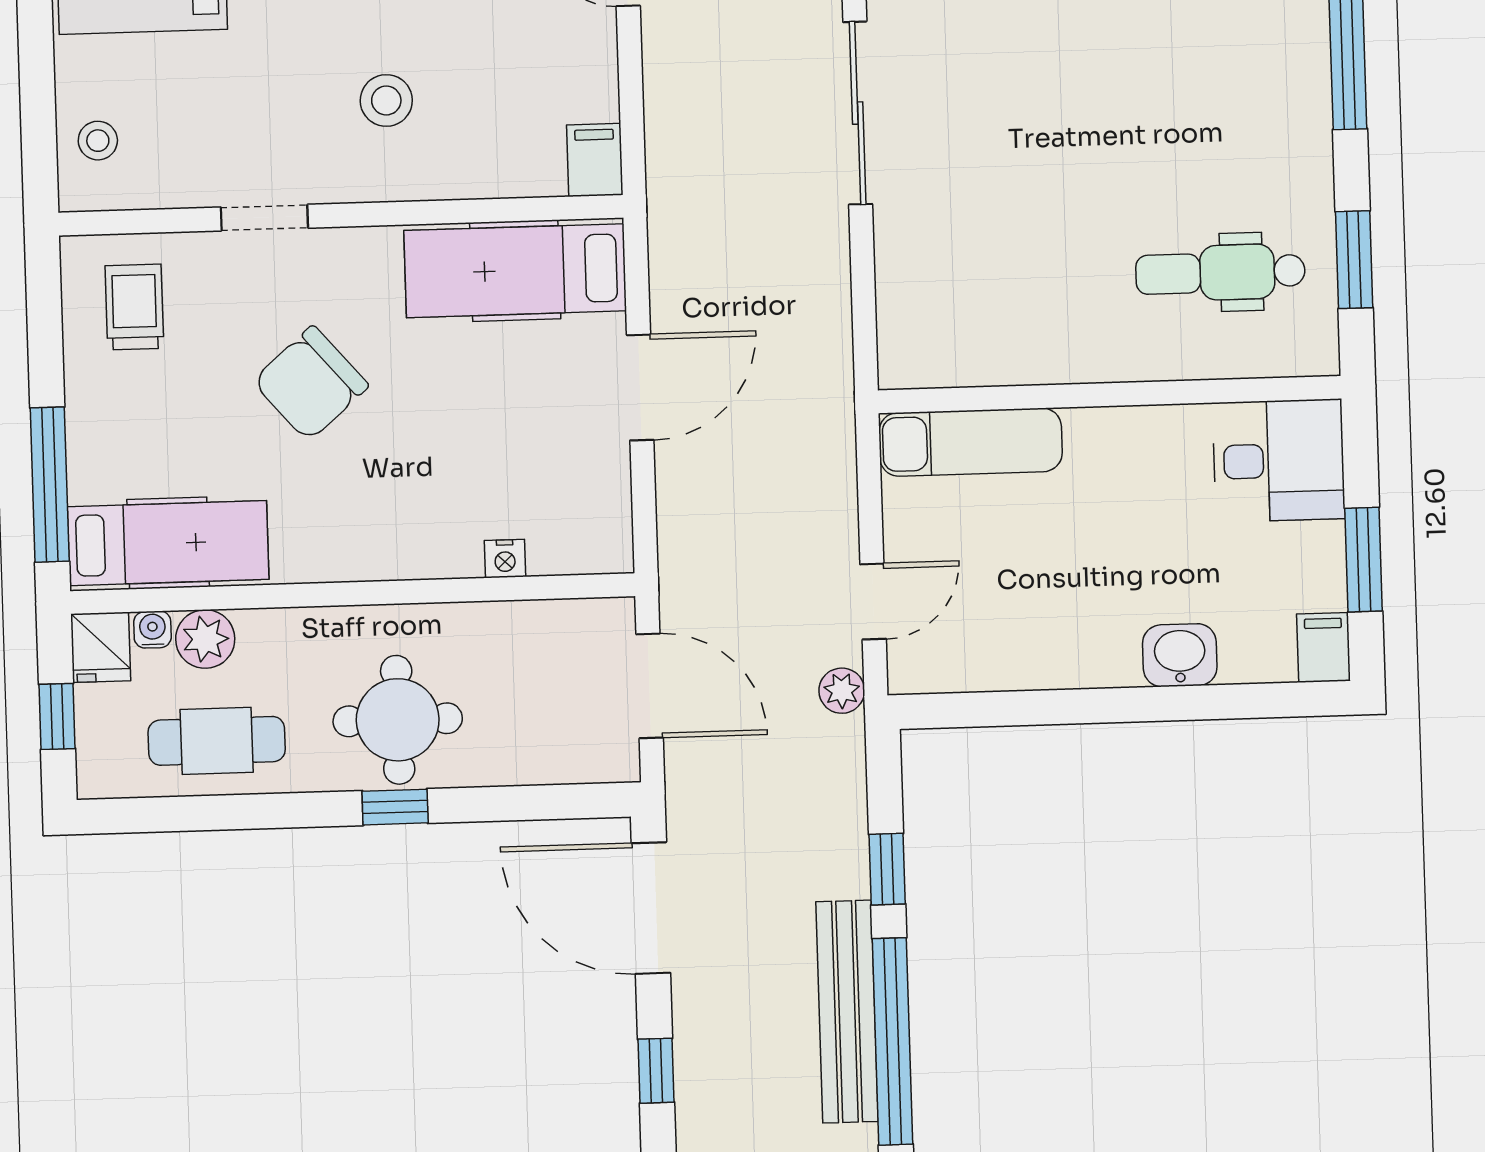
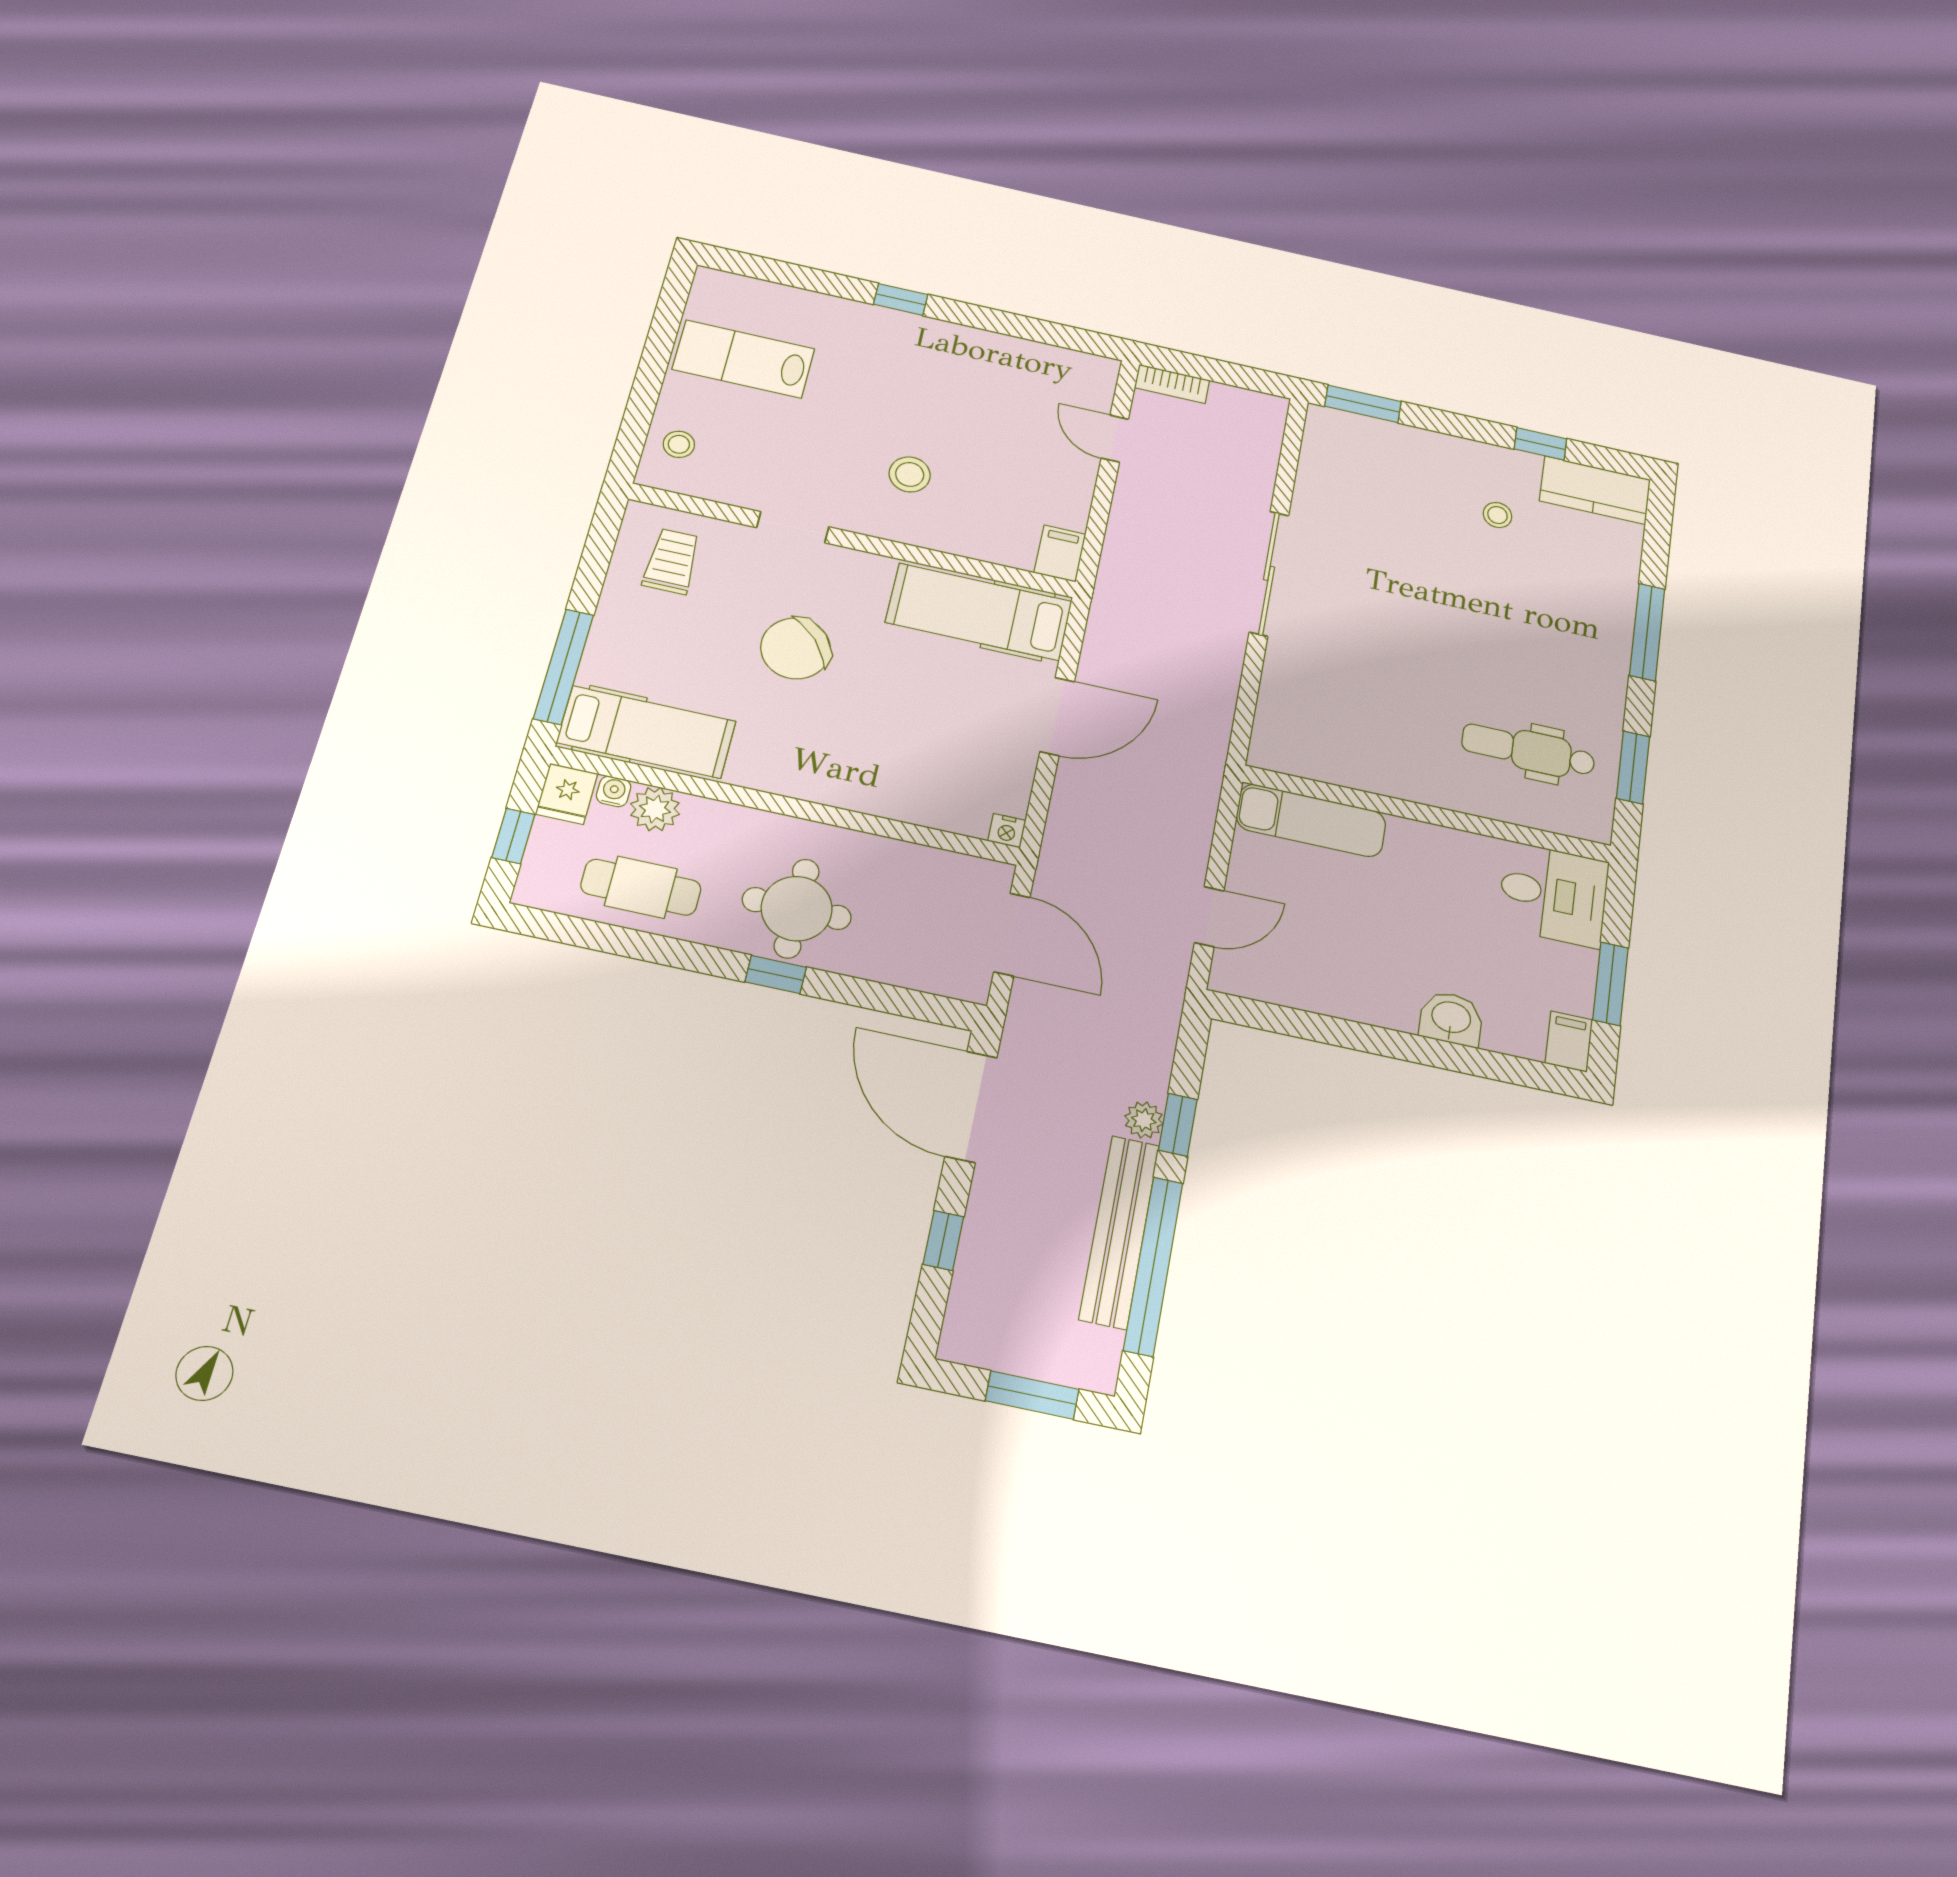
nightstand: (505, 559) -> (1007, 831), moved
plant: (842, 691) -> (1144, 1120), moved

